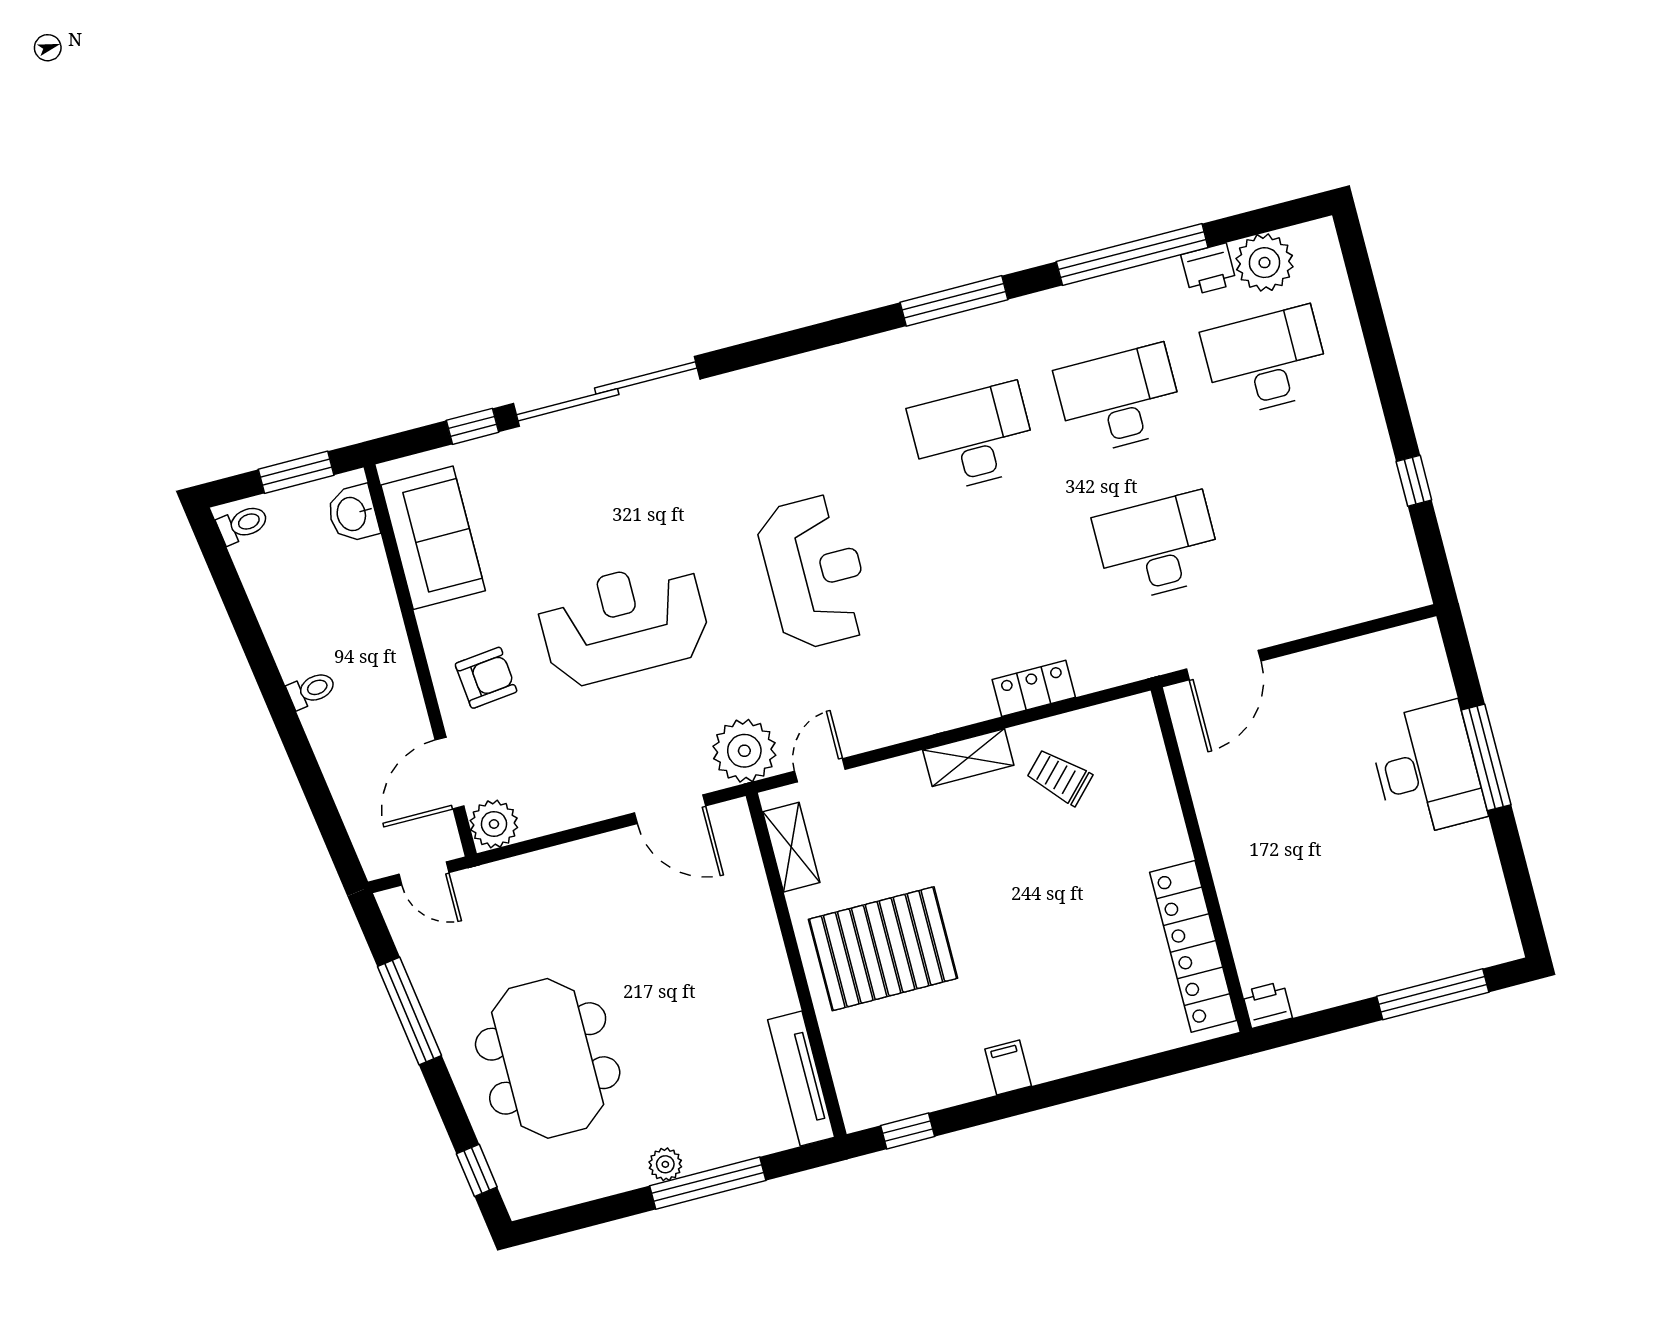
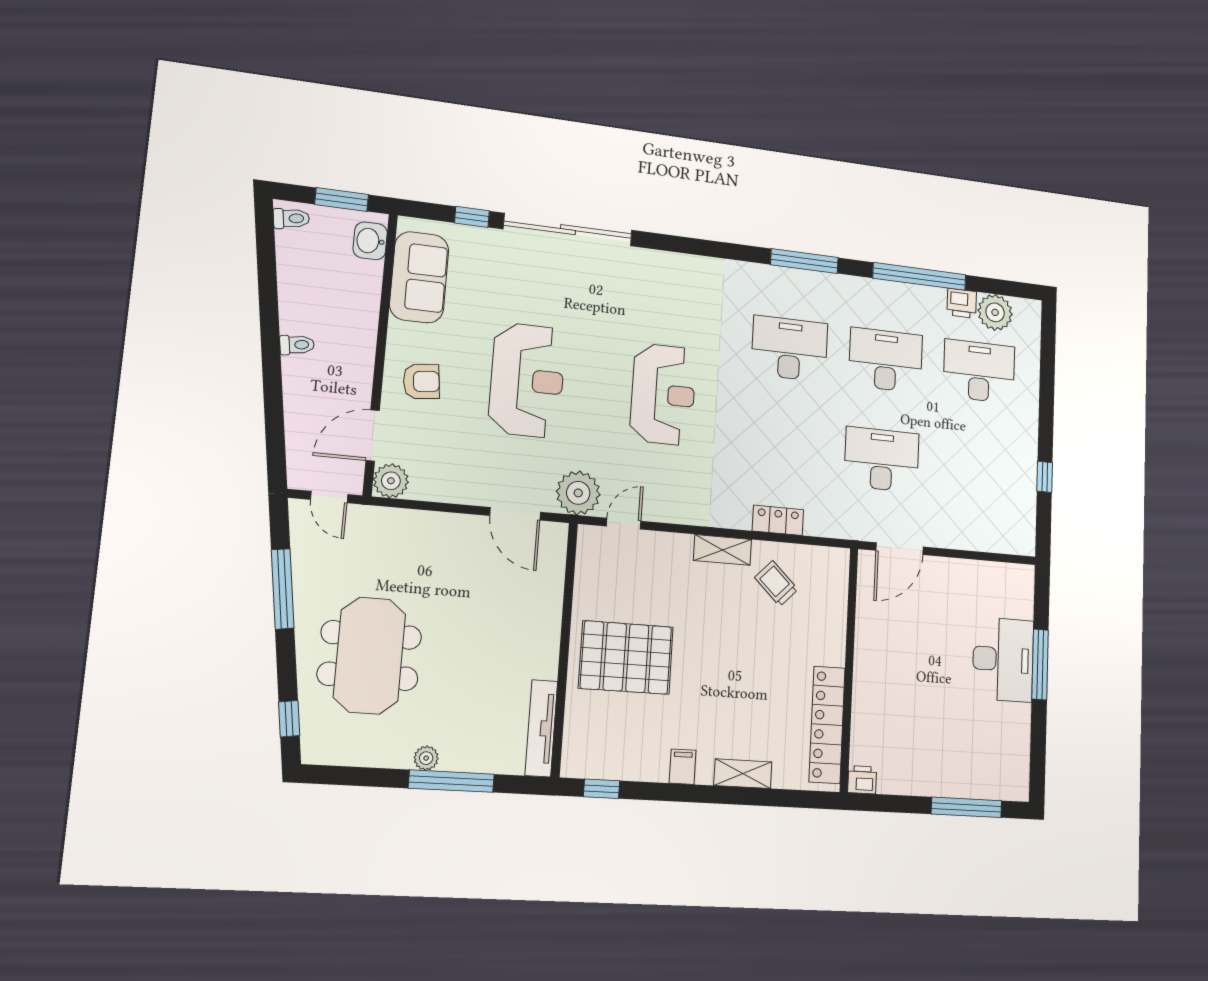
reception desk: (624, 623) -> (527, 380), turned 90
shelving: (791, 847) -> (743, 774), moved, turned 90

